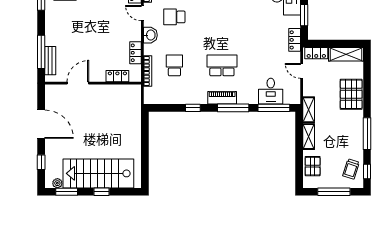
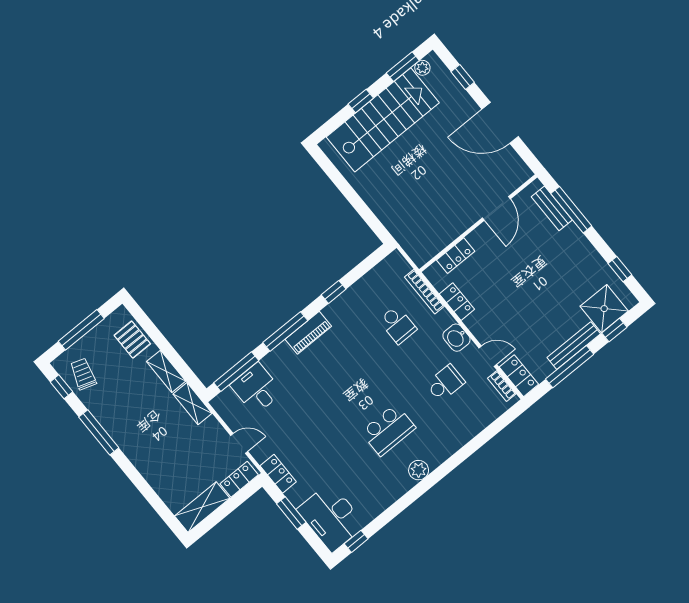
school desk: (222, 65) -> (388, 430), moved
pallet: (351, 94) -> (157, 464), removed

